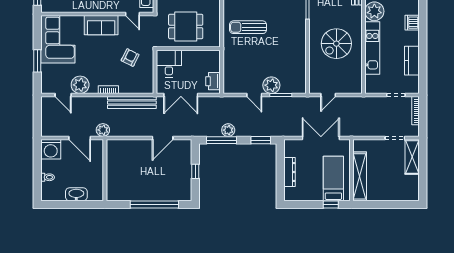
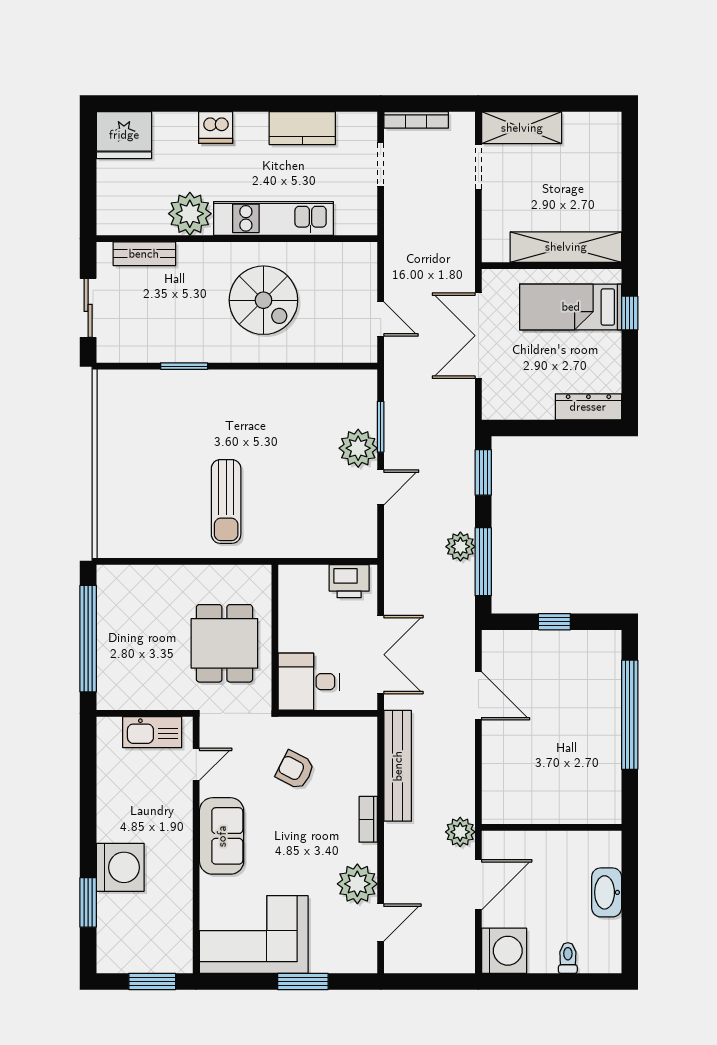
dresser: (290, 172) -> (588, 407), moved

